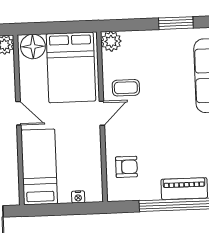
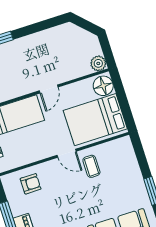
plant: (111, 41) -> (124, 145), removed
armchair: (126, 167) -> (31, 184), turned -90

